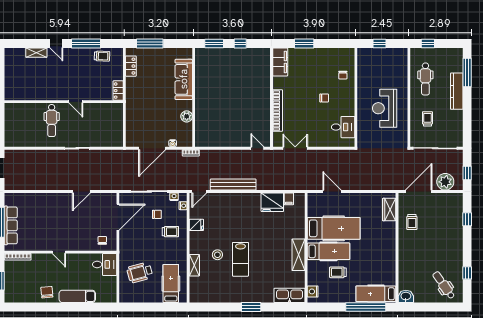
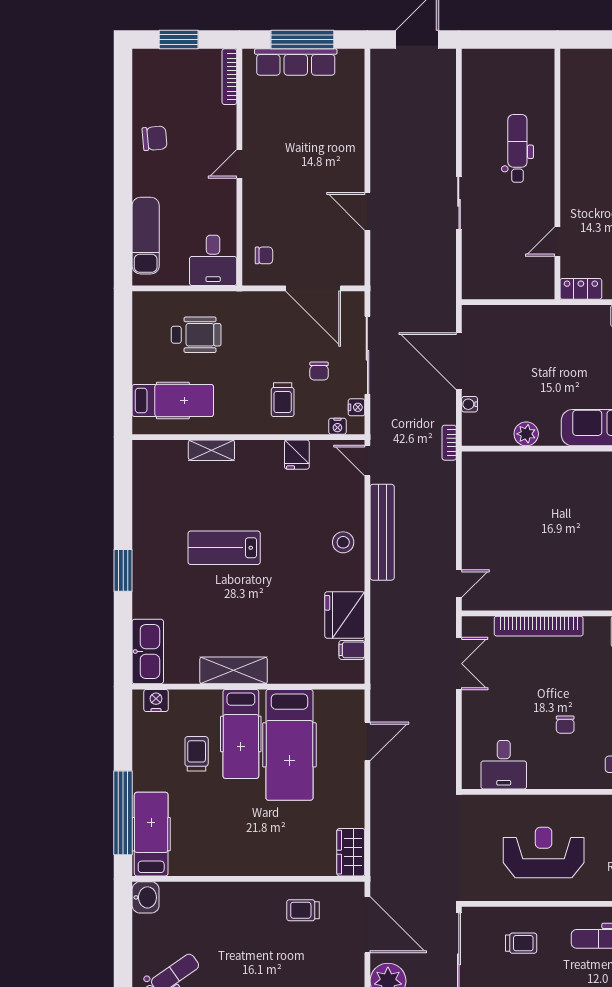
door: (76, 102) -> (557, 242), moved
dental chair: (52, 121) -> (517, 148), turned 90
wardrobe: (389, 210) -> (351, 852), moved, turned -90
stool: (217, 255) -> (343, 542), moved
wheelchair: (140, 273) -> (196, 335), turned 105
exam couch: (77, 296) -> (146, 236), moved

